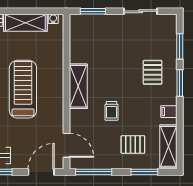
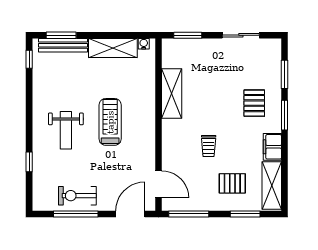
shelving: (78, 86) -> (172, 94), moved
treadmill: (23, 89) -> (110, 122), width x0.73, depth x0.73
filing cabinet: (169, 112) -> (272, 147), width x2.00

